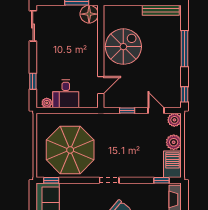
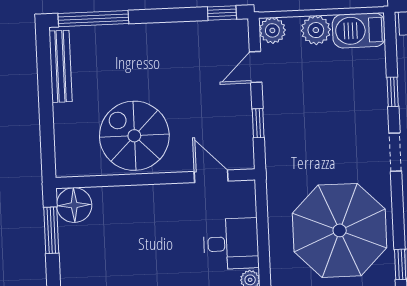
window: (185, 49) -> (93, 19), moved
window: (162, 180) -> (393, 92), moved

